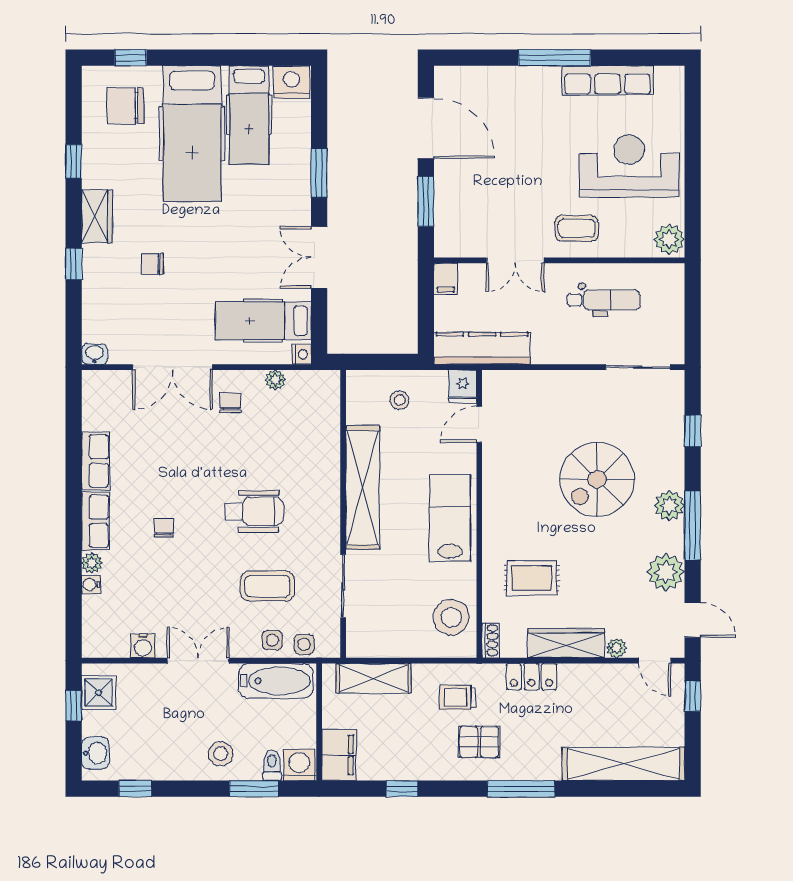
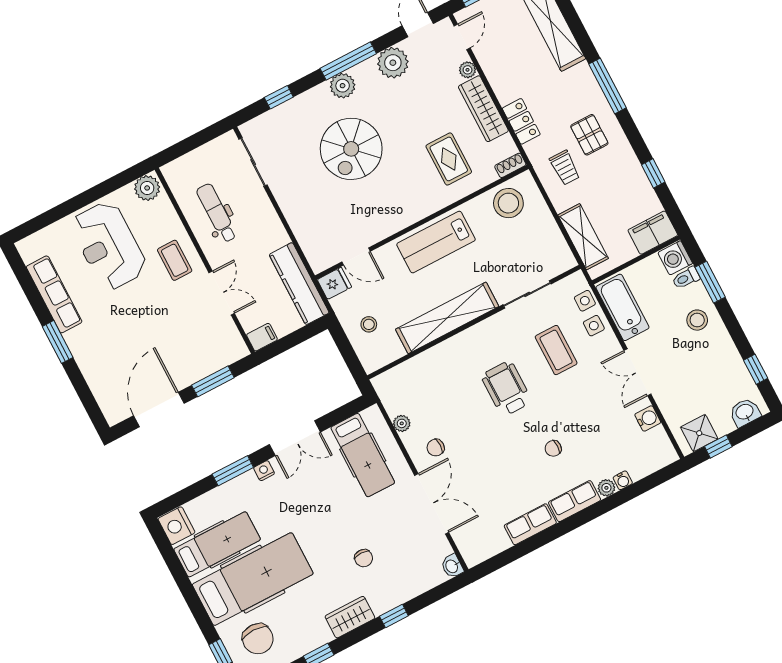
window: (555, 58) -> (58, 342), width x0.69
nightstand: (302, 354) -> (264, 471), moved
spiral stairs: (597, 479) -> (351, 149), turned 90

